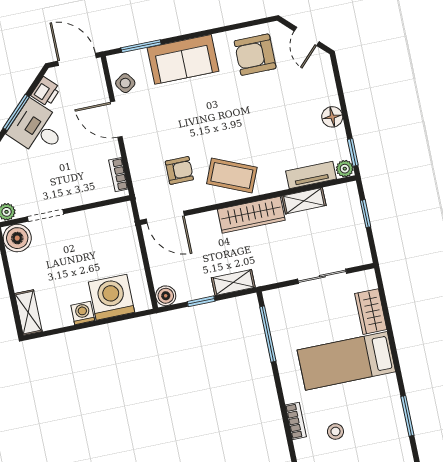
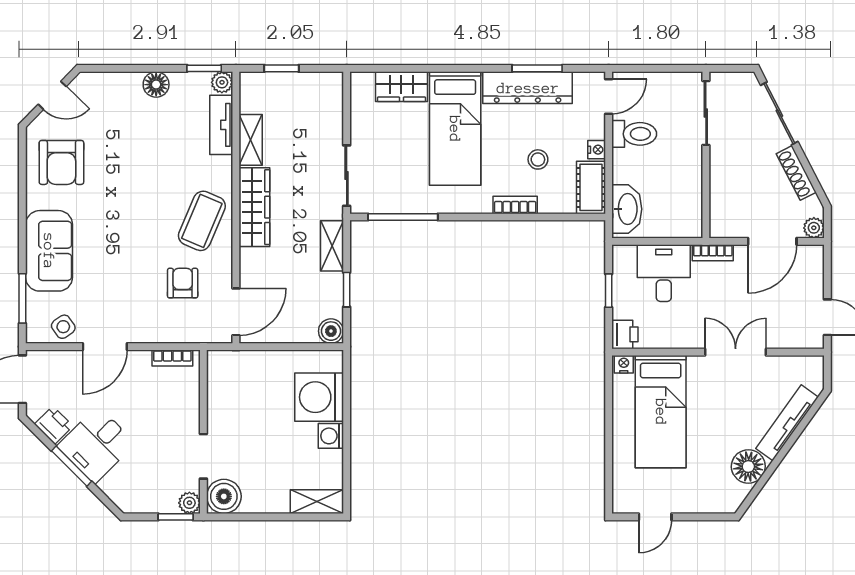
sliding door: (322, 276) -> (347, 176), moved
dresser: (391, 411) -> (528, 88), added

